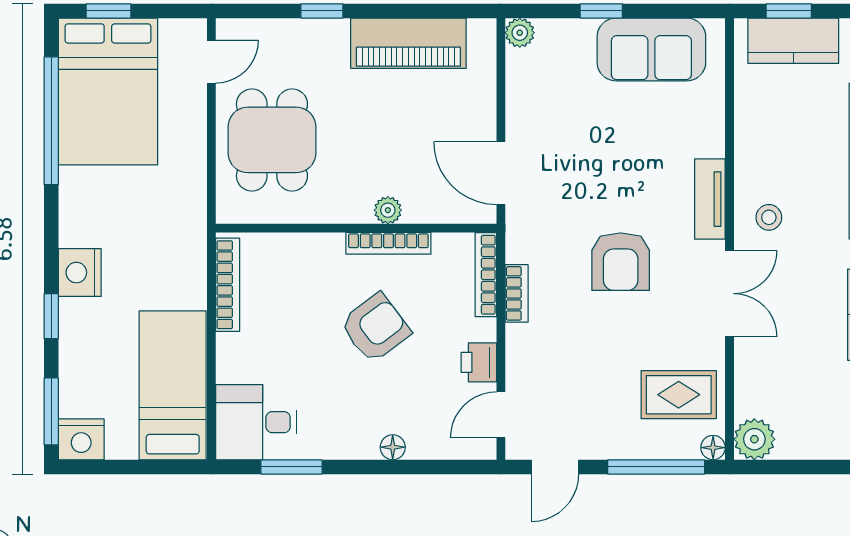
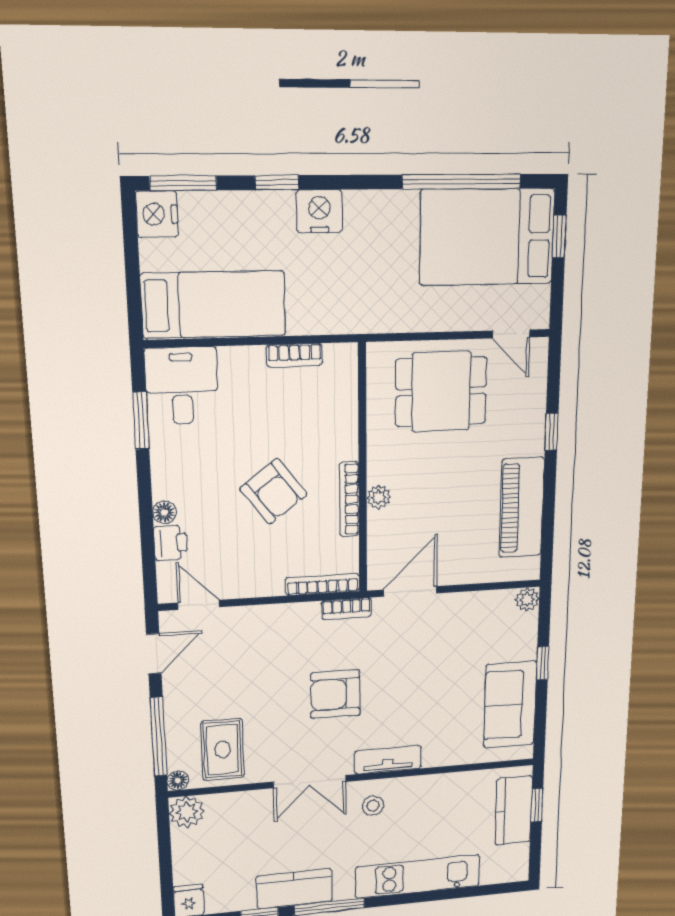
bookcase: (228, 285) -> (294, 355), width x0.64
bookcase: (517, 293) -> (347, 609), moved
printer: (479, 362) -> (171, 543), moved, turned 90
door: (555, 467) -> (154, 654), swing flipped

